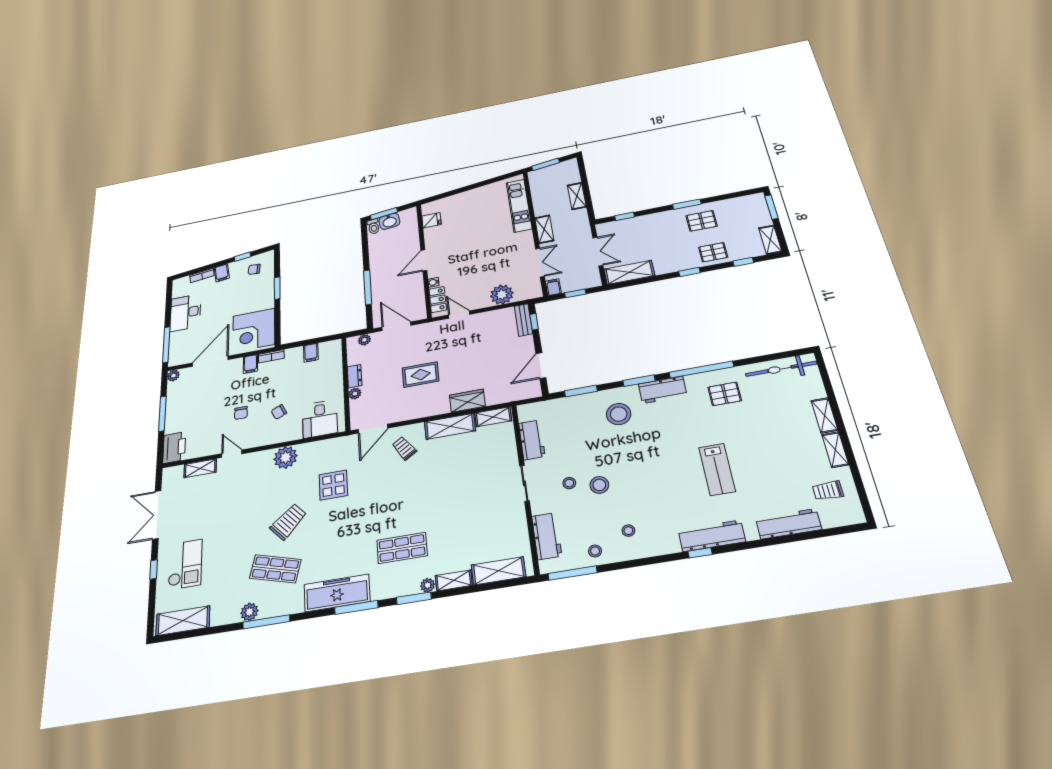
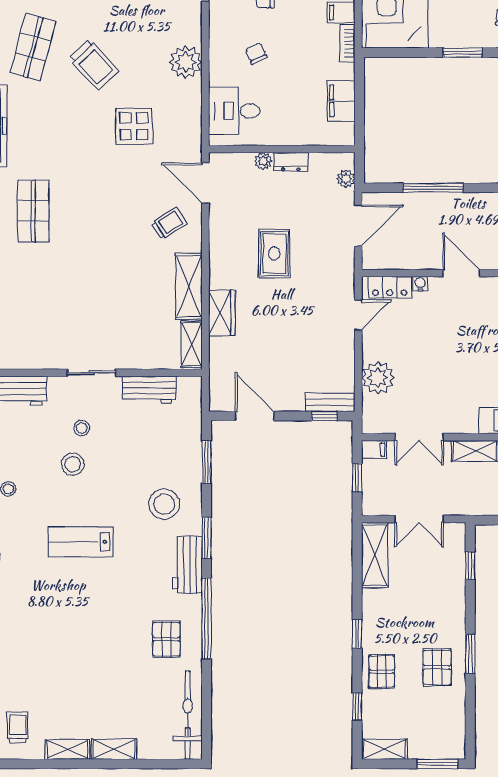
filing cabinet: (311, 353) -> (341, 101), width x2.00
lab bench: (717, 469) -> (81, 542), moved

